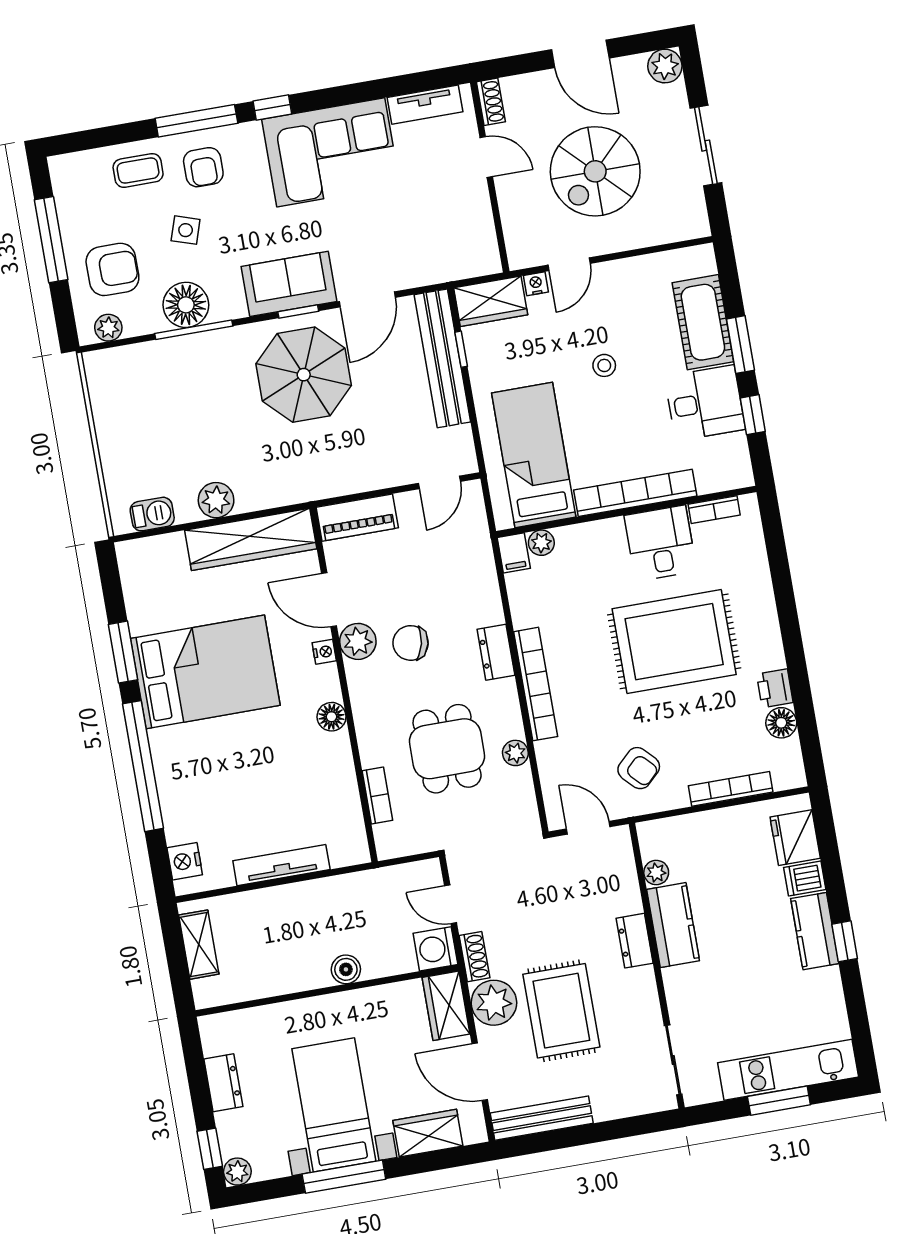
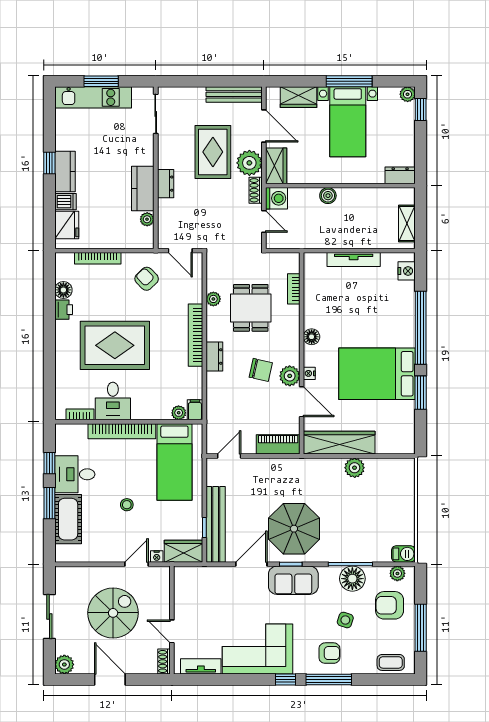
armchair: (203, 167) -> (329, 653), turned 90
coffee table: (138, 170) -> (391, 662), moved
barbecue: (152, 514) -> (403, 554), moved, turned 180
dresser: (223, 1083) -> (400, 175), moved, turned 90

